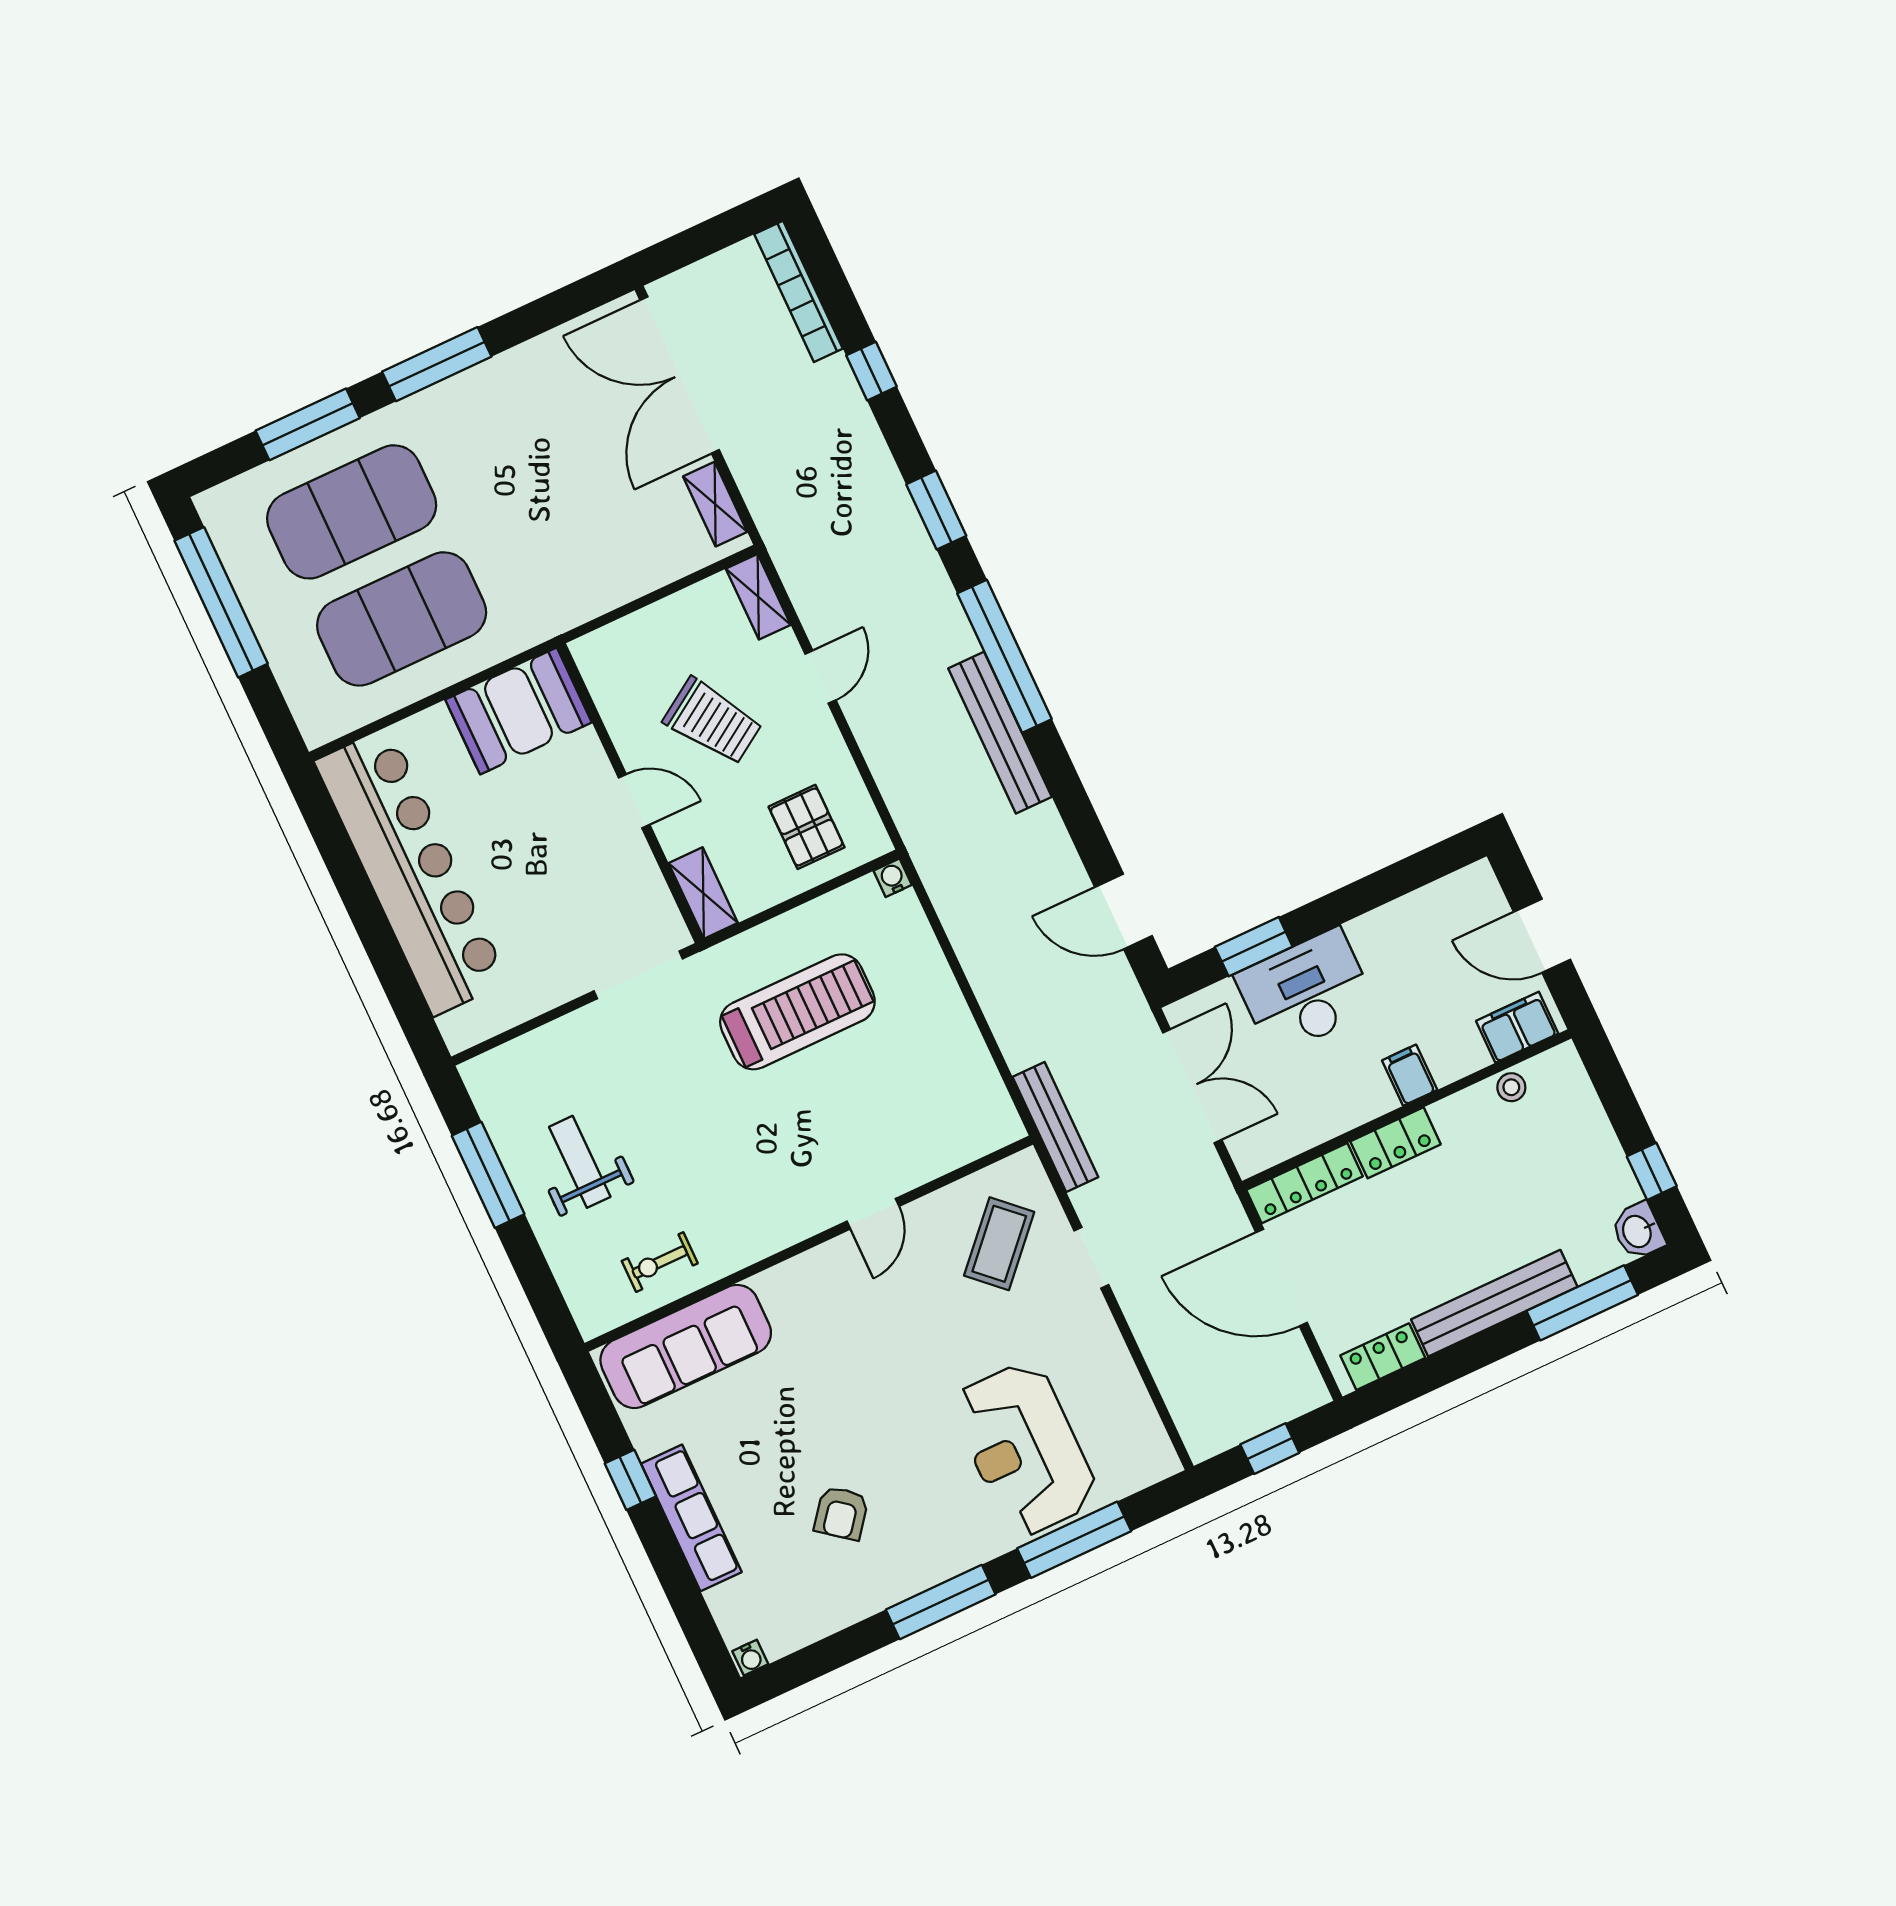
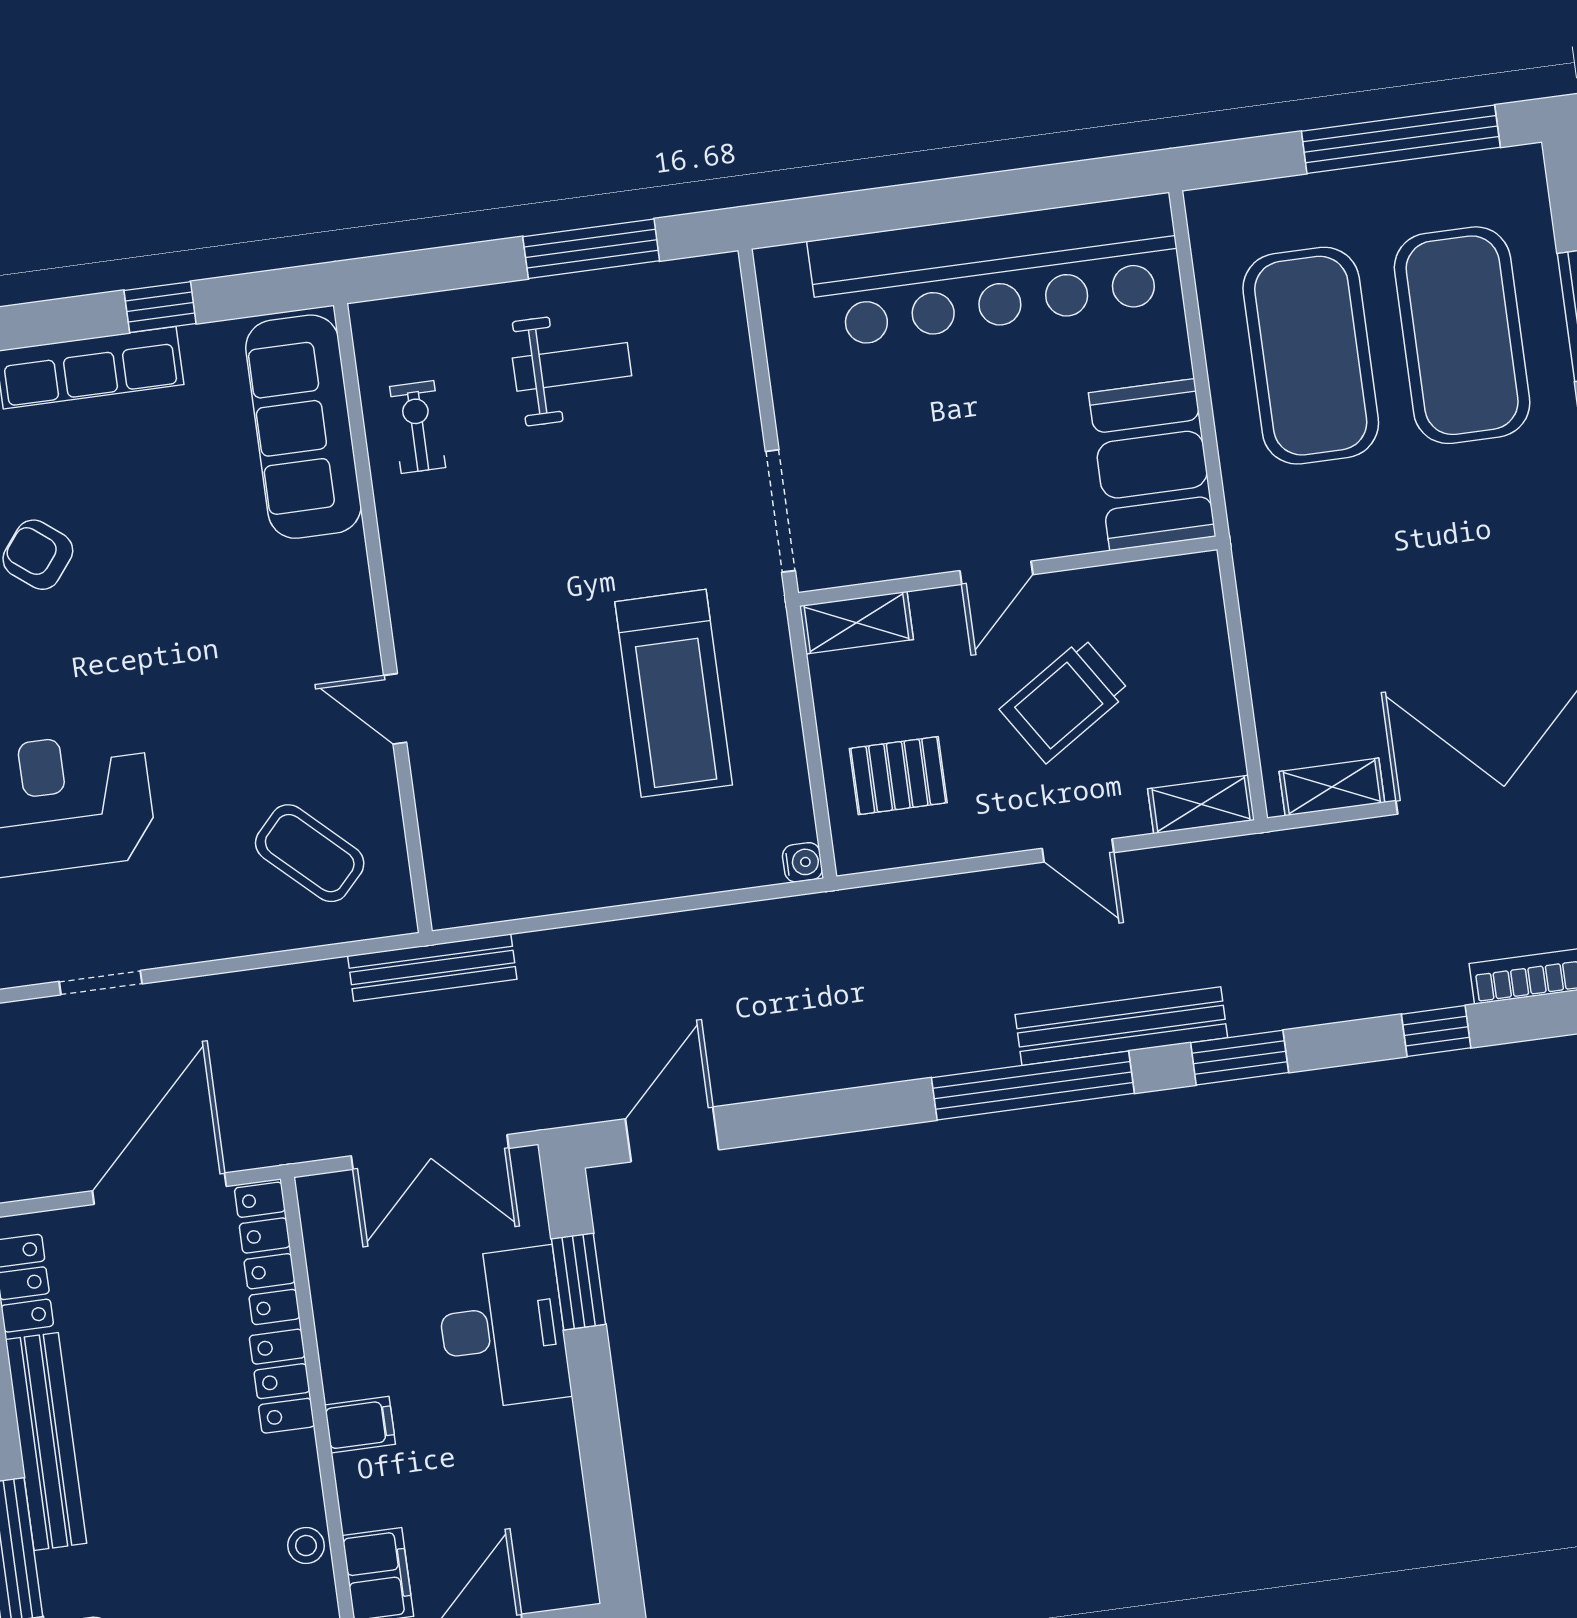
bench: (1000, 733) -> (1121, 1026), moved
doorway: (1091, 1258) -> (101, 983), moved

